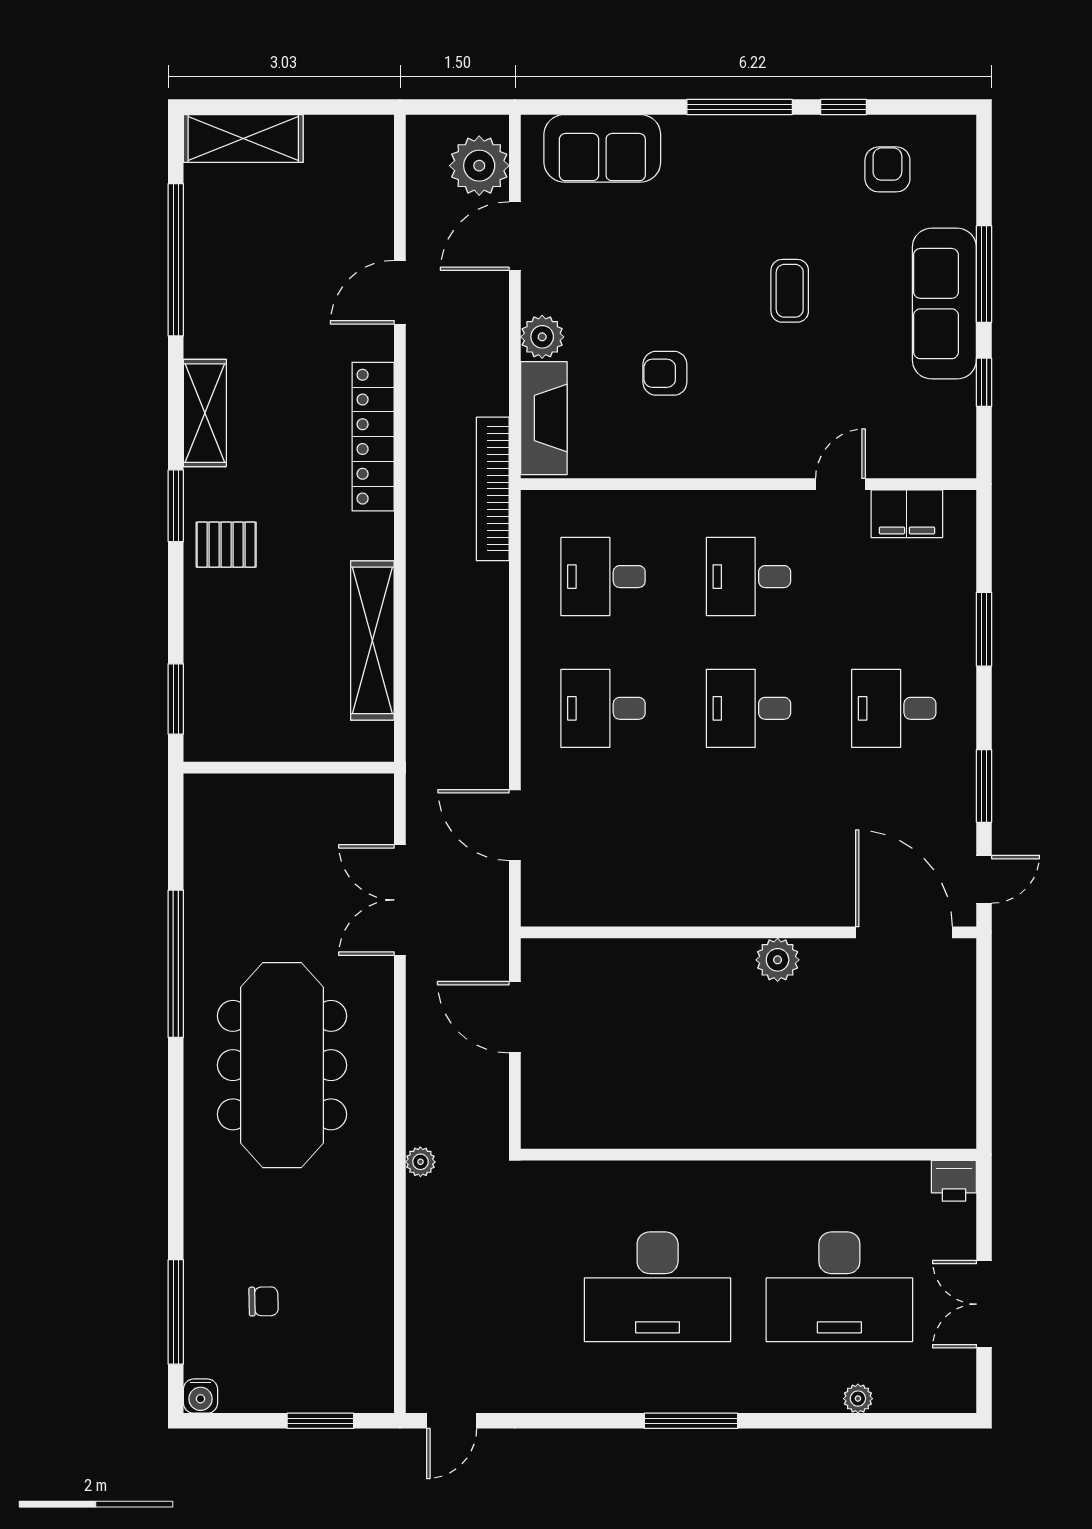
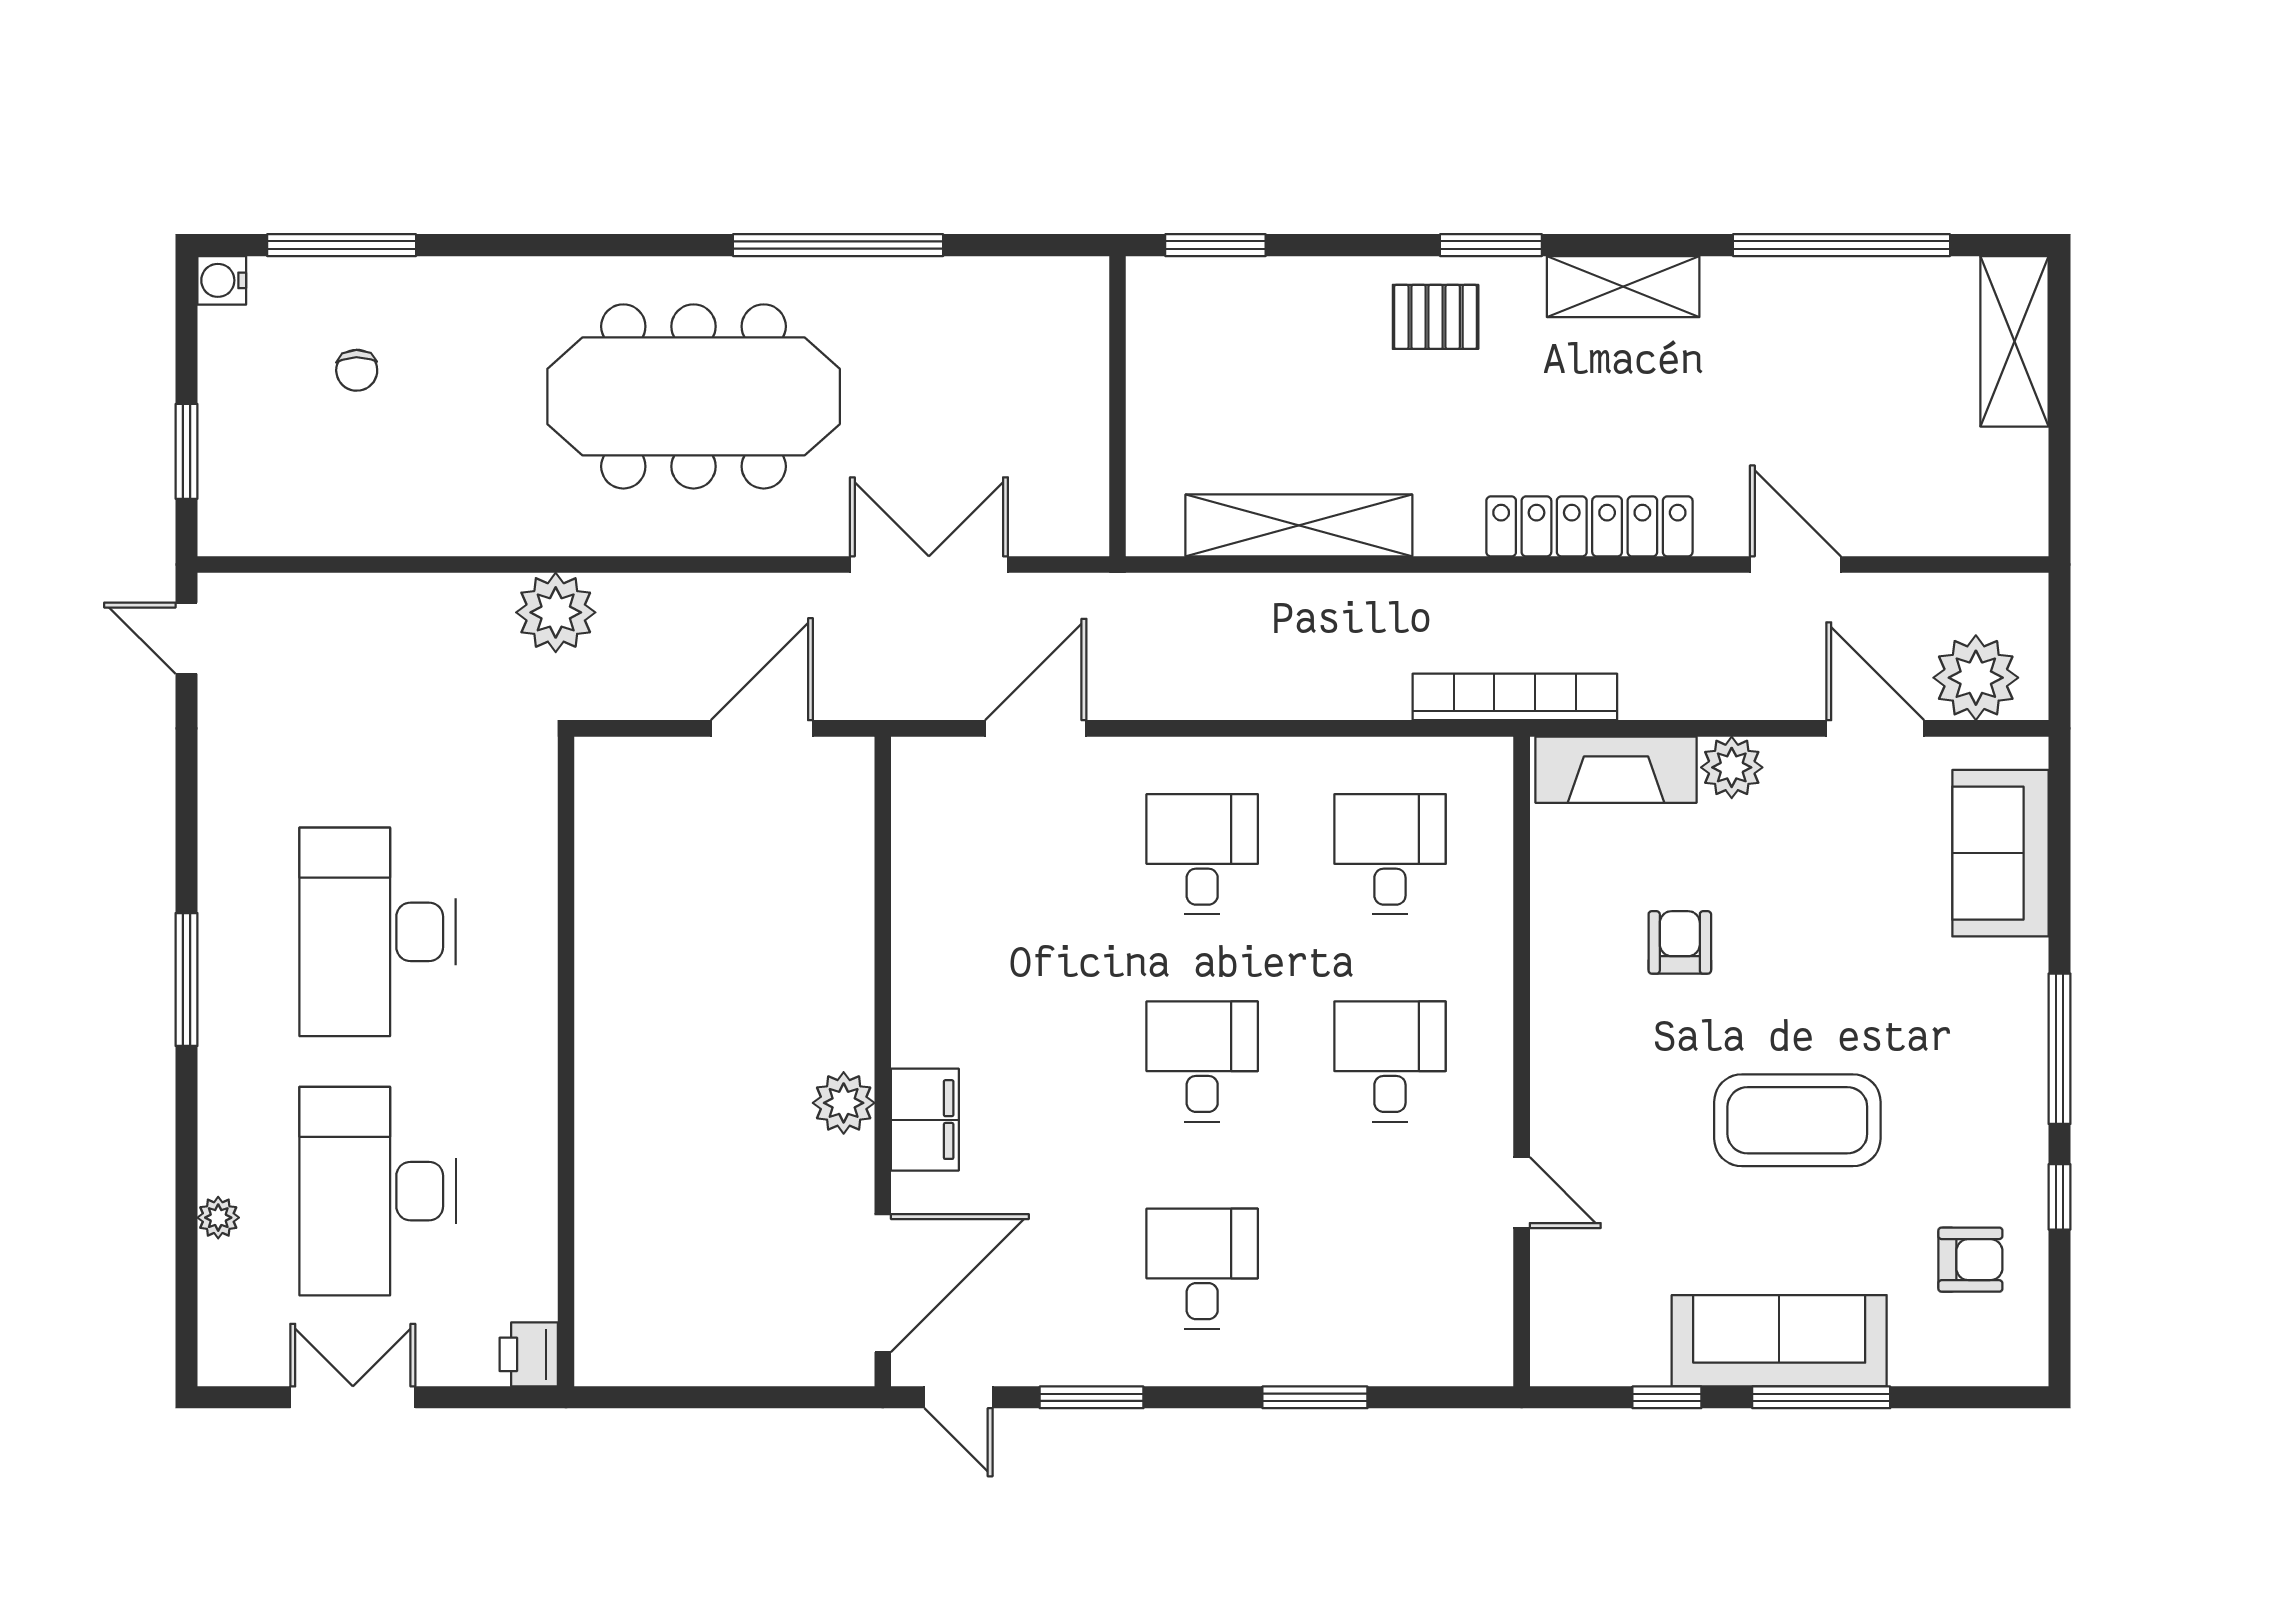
coffee table: (790, 291) -> (1797, 1120), width x1.86, depth x1.72
filing cabinet: (907, 514) -> (925, 1120), moved, turned 180
pallet: (226, 545) -> (1436, 317), turned 90
plant: (420, 1162) -> (556, 612), width x1.87, depth x1.87

